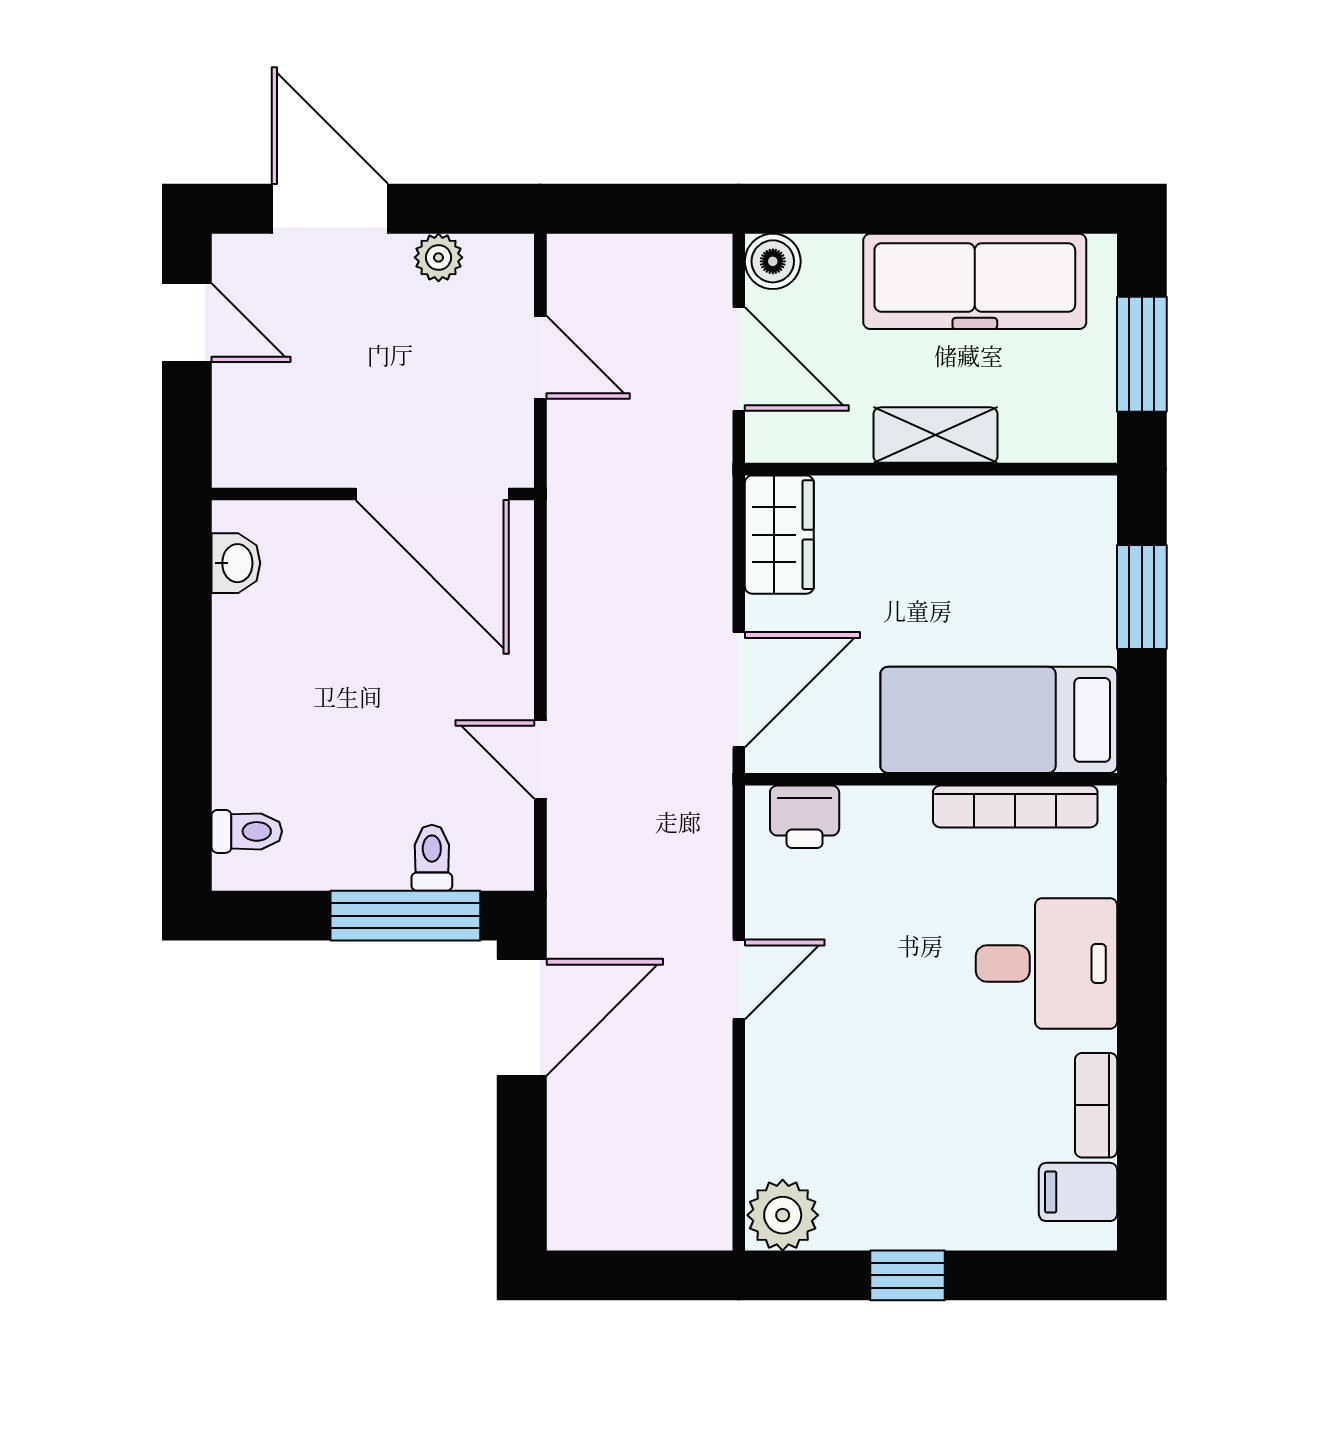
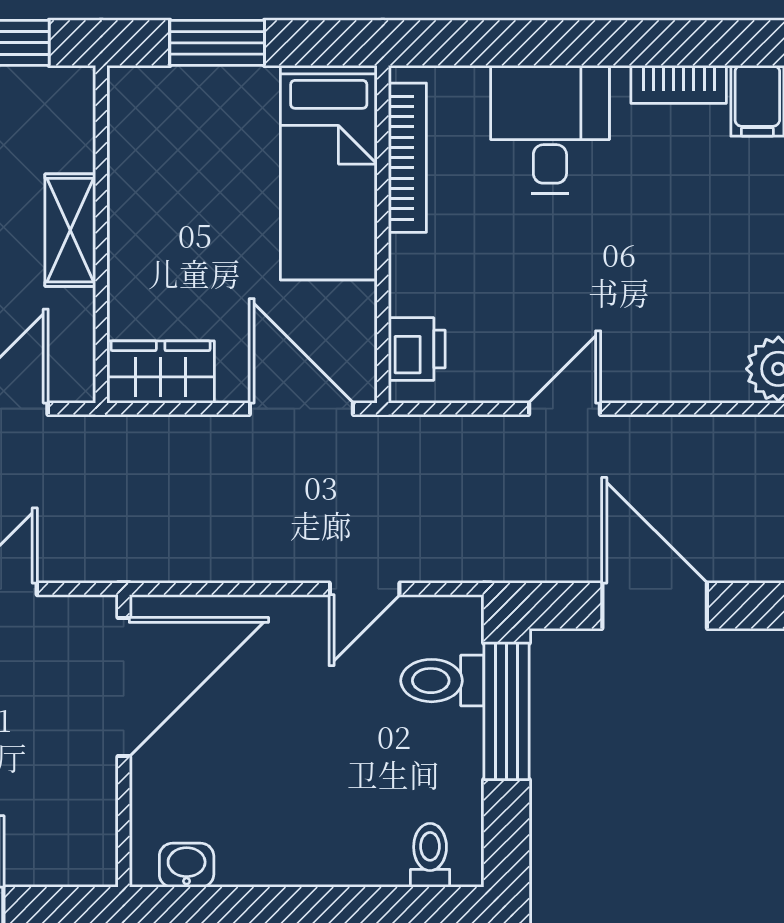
toilet: (432, 858) -> (442, 681), width x1.37, depth x1.39
door: (739, 980) -> (565, 409), hinge flipped
door: (522, 1017) -> (655, 606), moved

